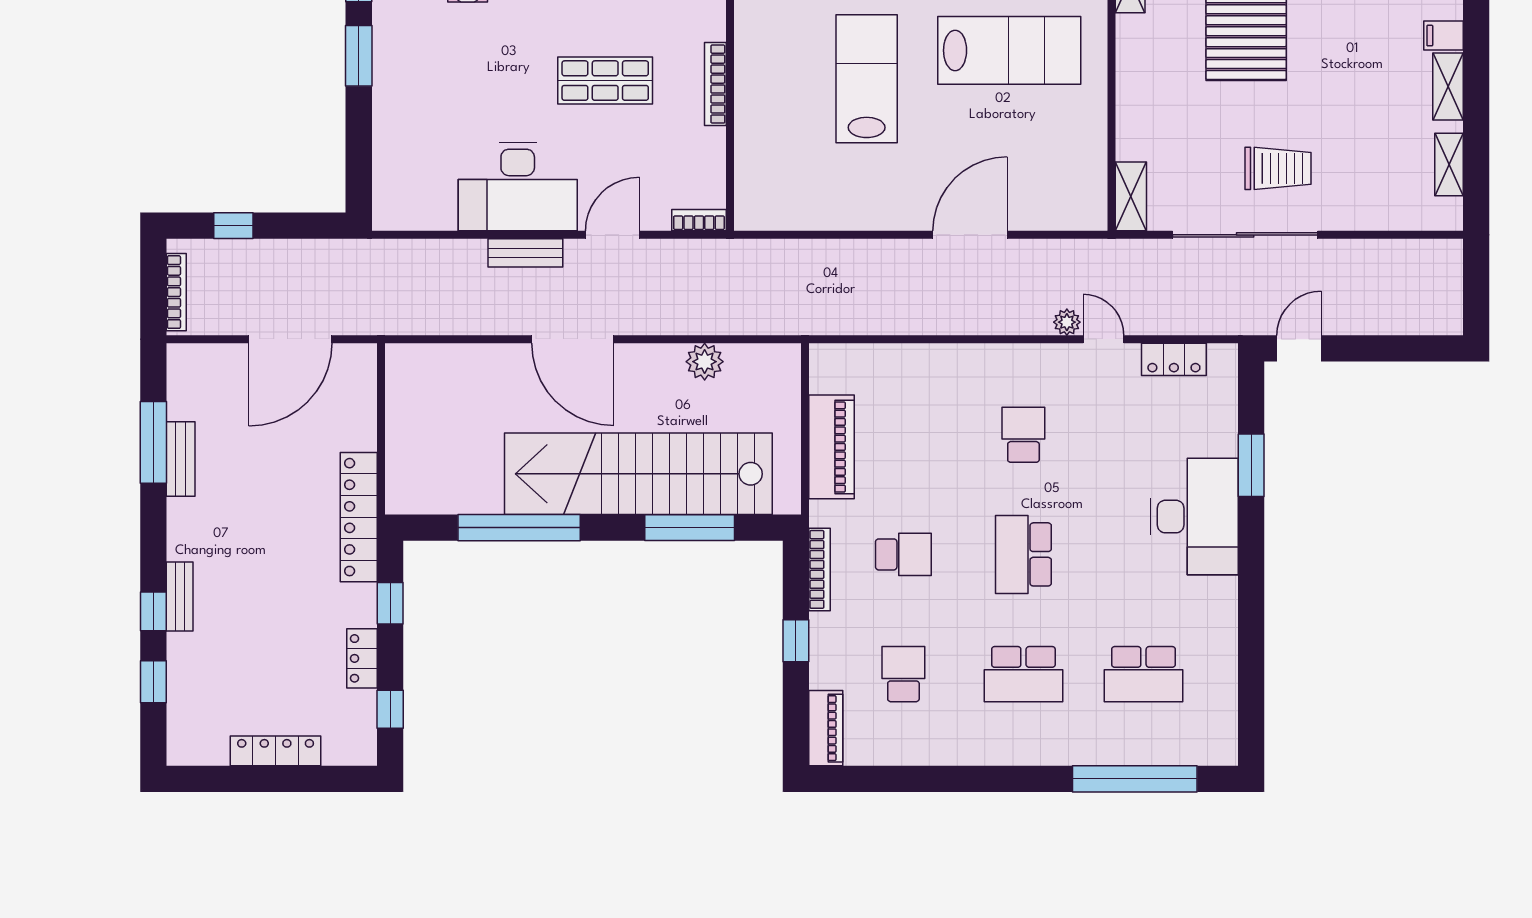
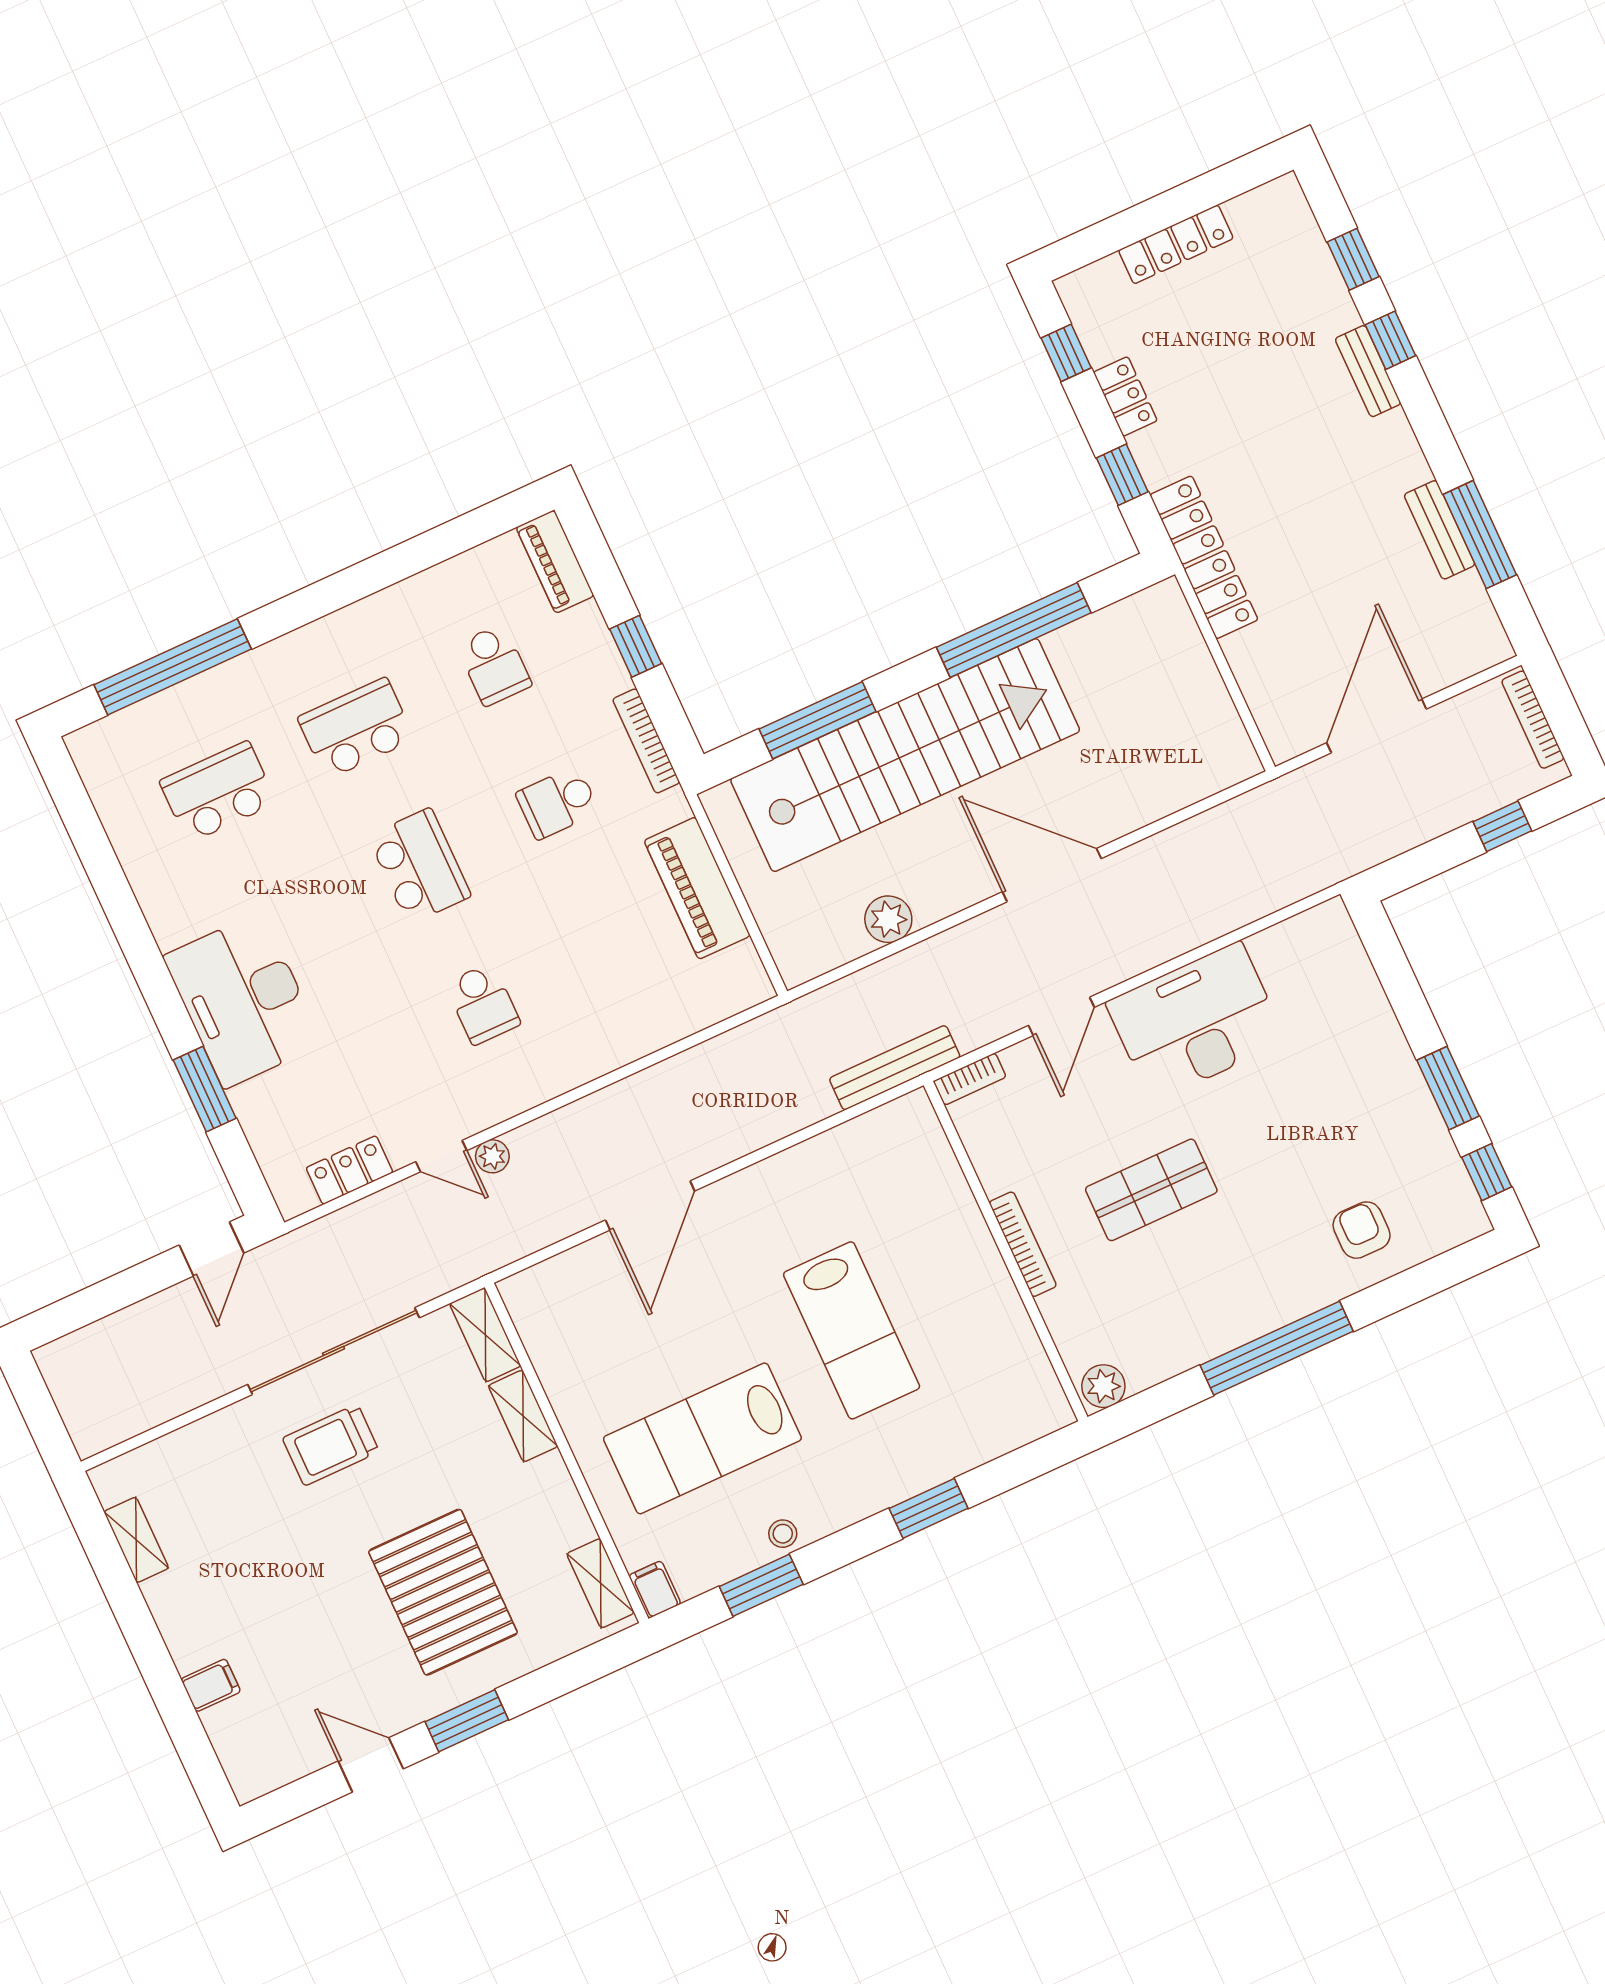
shelving: (1448, 86) -> (523, 1416), moved
bench: (525, 253) -> (895, 1068), moved, width x1.36

